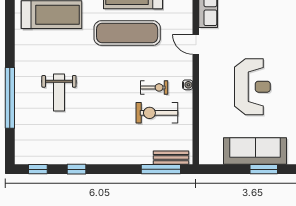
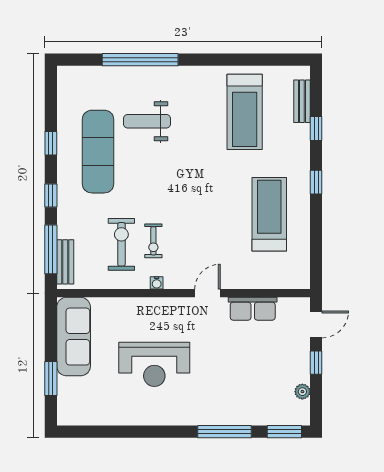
exercise mat: (127, 33) -> (98, 152), moved
sofa: (255, 151) -> (74, 337), moved
window: (38, 169) -> (51, 196), moved

